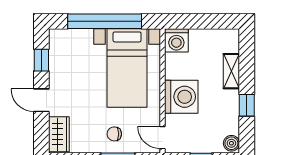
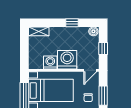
washing machine: (176, 40) -> (50, 63), moved, turned -90
shelving: (231, 71) -> (39, 31), moved

